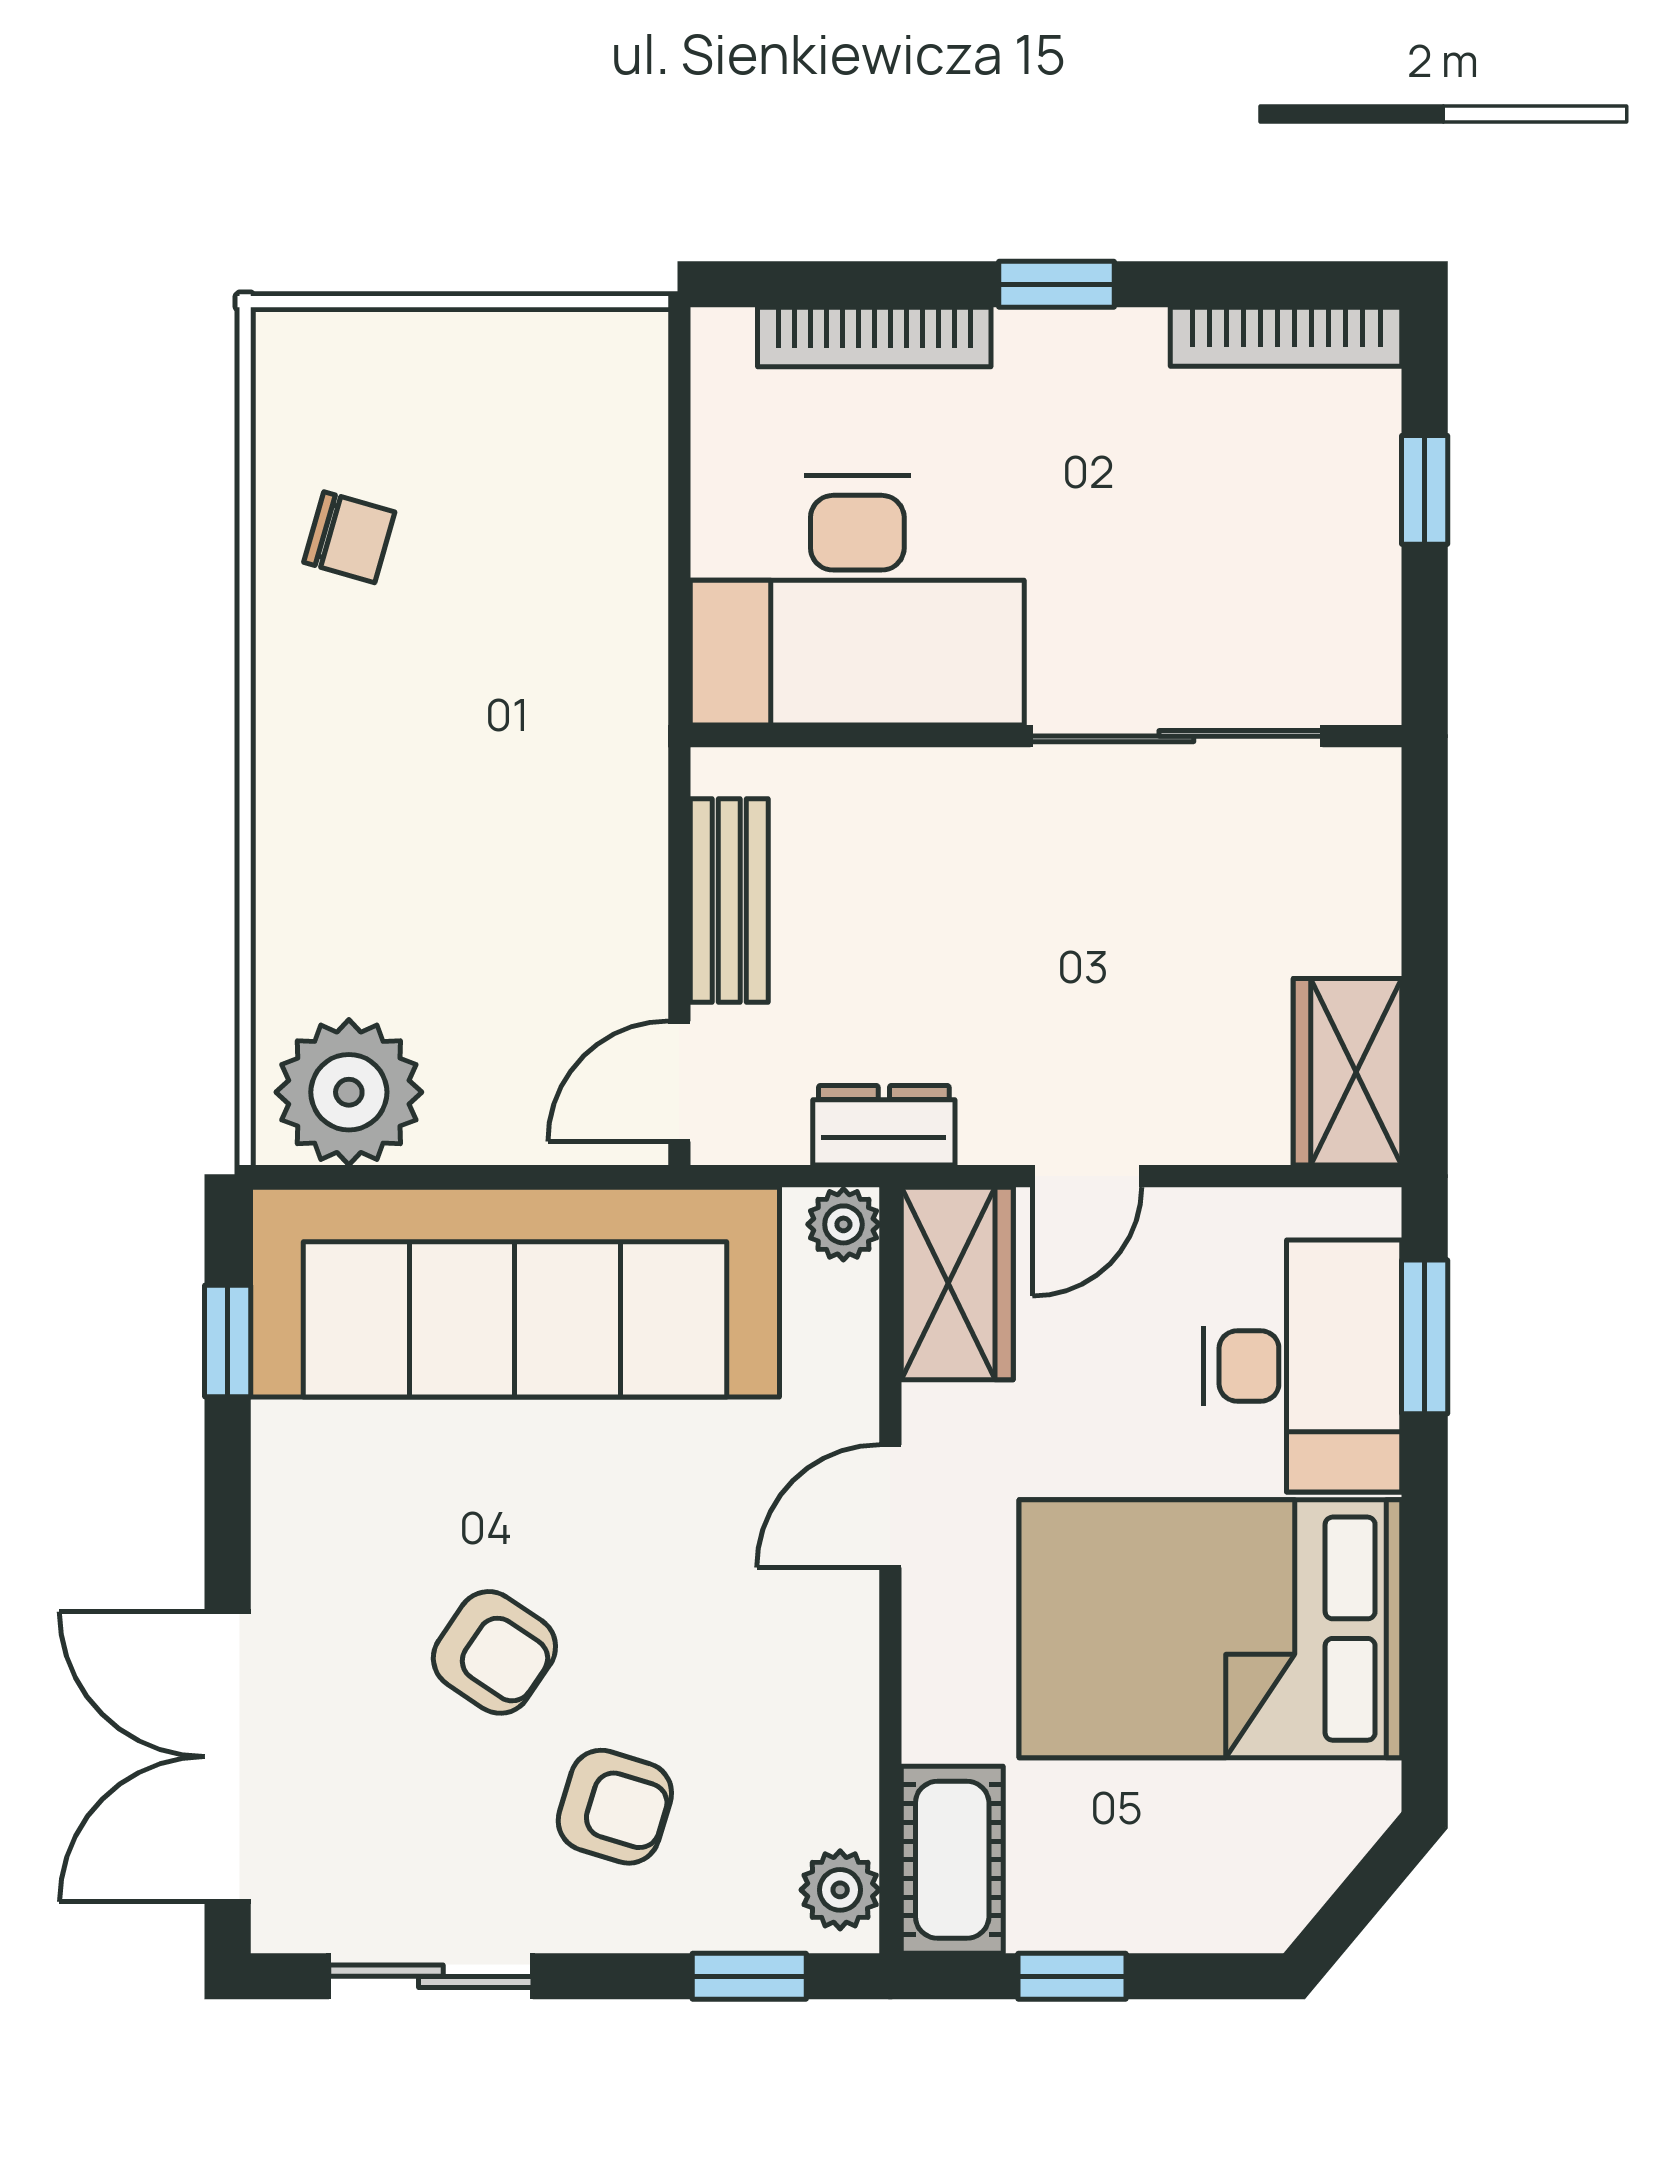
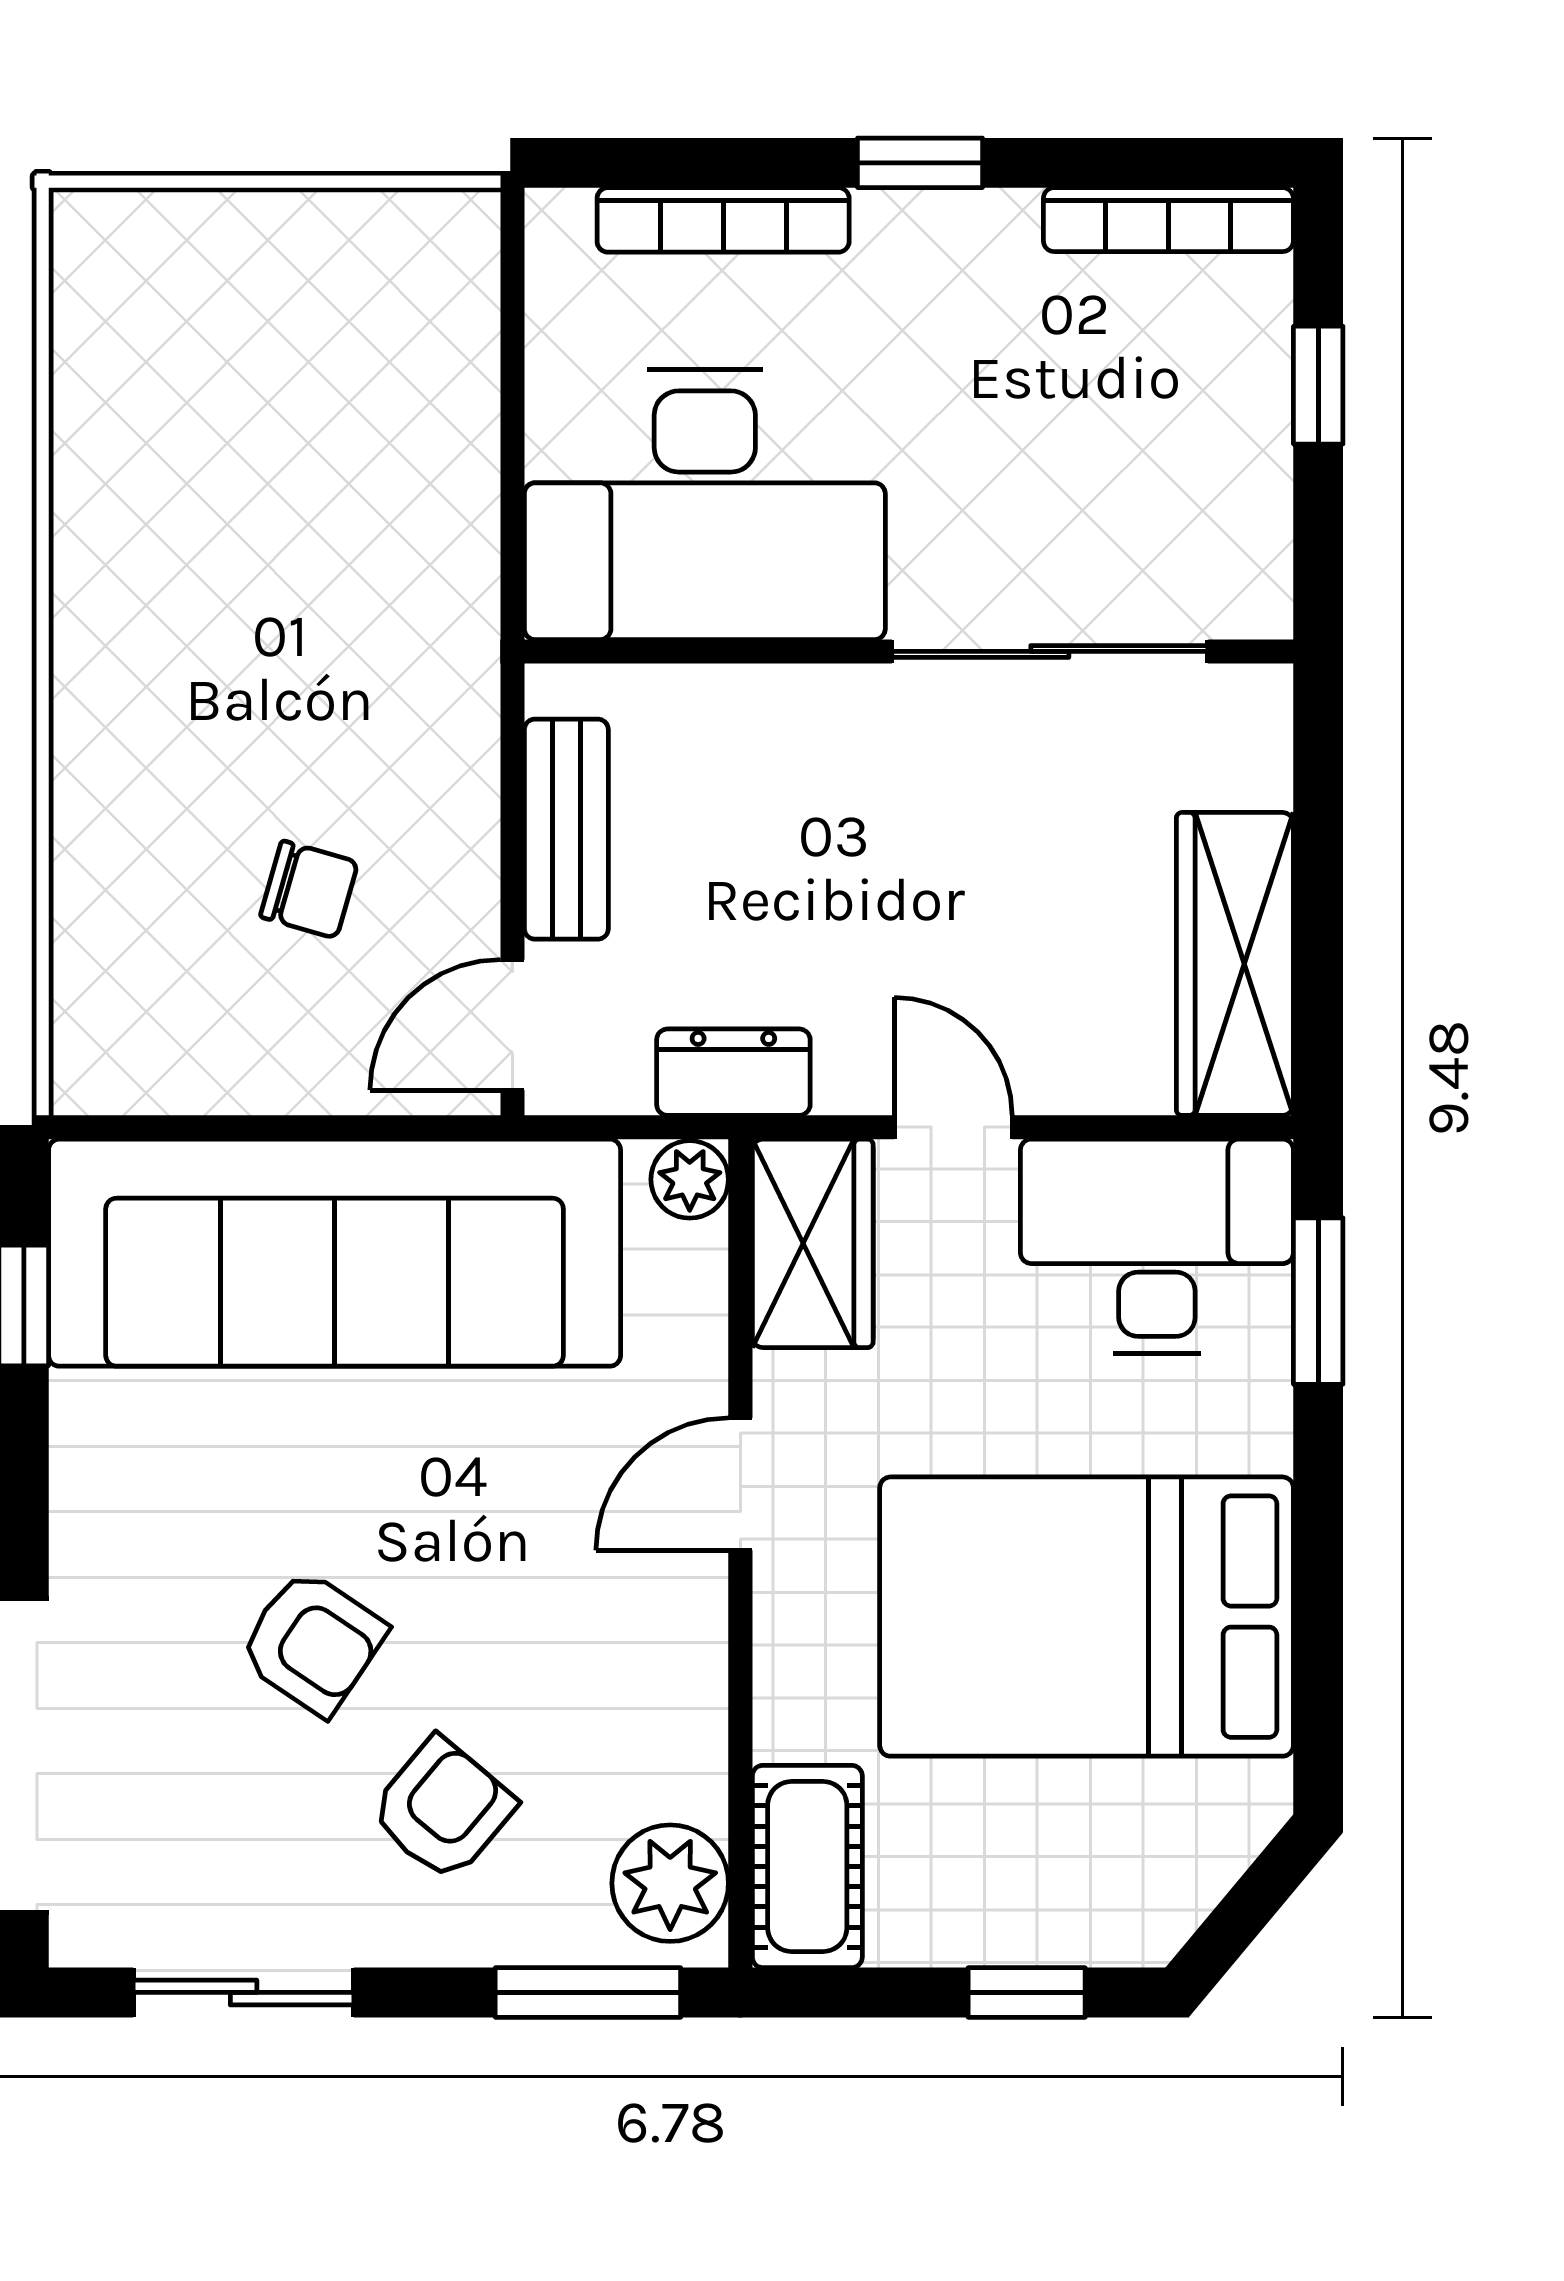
chair: (349, 537) -> (309, 889), moved
wardrobe: (1348, 1072) -> (1235, 964), width x1.50
plant: (349, 1092) -> (155, 1037), removed
door: (1087, 1176) -> (953, 1127), swing flipped
desk: (1303, 1366) -> (1157, 1246), moved, turned -90
armchair: (615, 1807) -> (443, 1809), turned -67
plant: (840, 1890) -> (670, 1883), width x1.38, depth x1.38
window: (749, 1976) -> (588, 1992), width x1.50
window: (1072, 1976) -> (1027, 1992), moved

